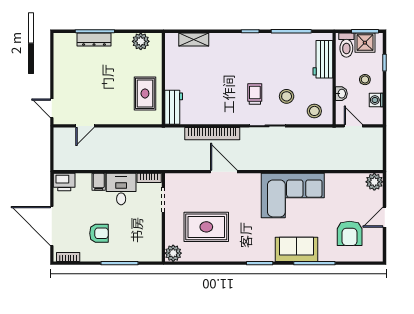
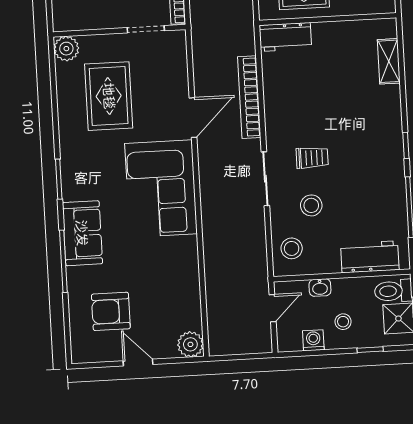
corner sofa: (293, 196) -> (161, 189), moved

